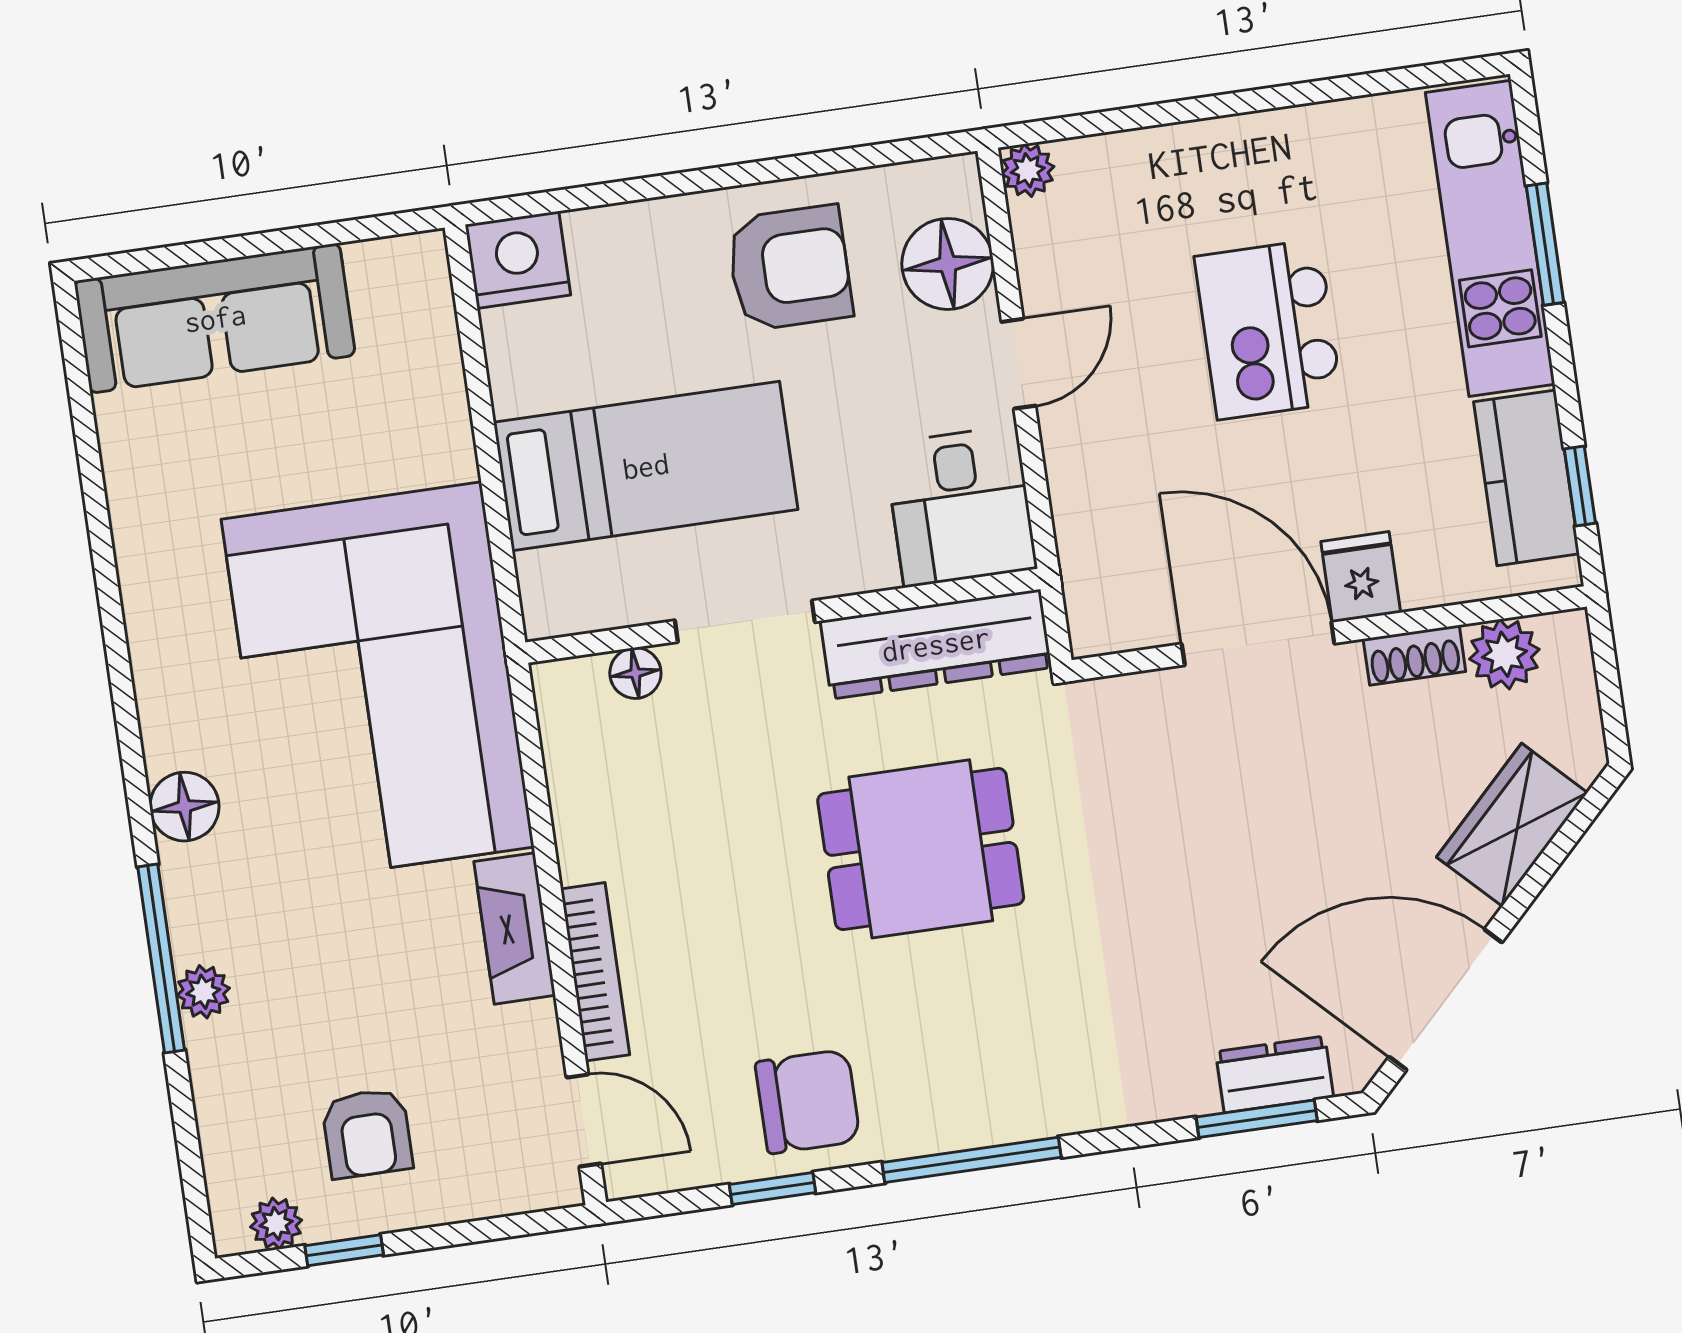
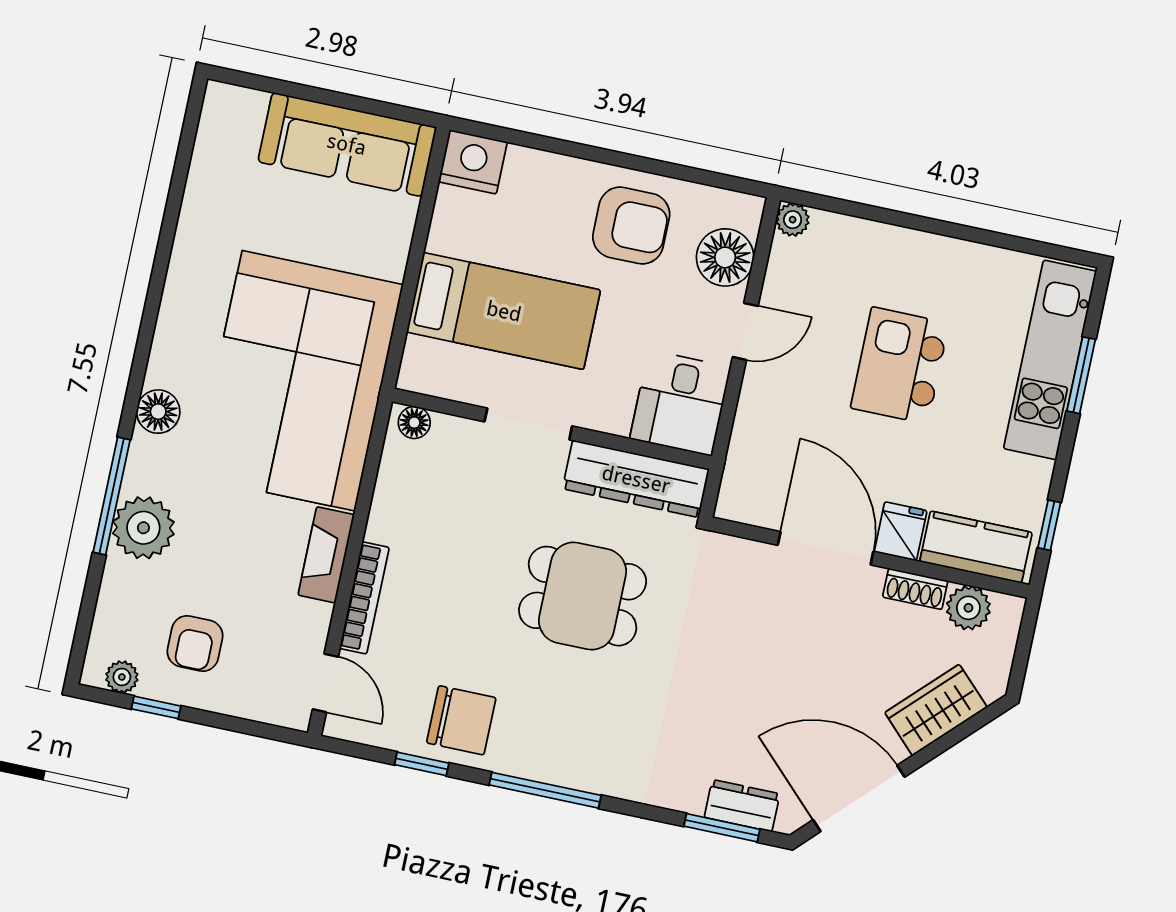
sofa: (215, 318) -> (347, 144), moved
kitchen counter: (1526, 478) -> (976, 547), moved, turned 90
floor lamp: (635, 673) -> (414, 423), moved
plant: (203, 992) -> (143, 528), width x1.87, depth x1.87

